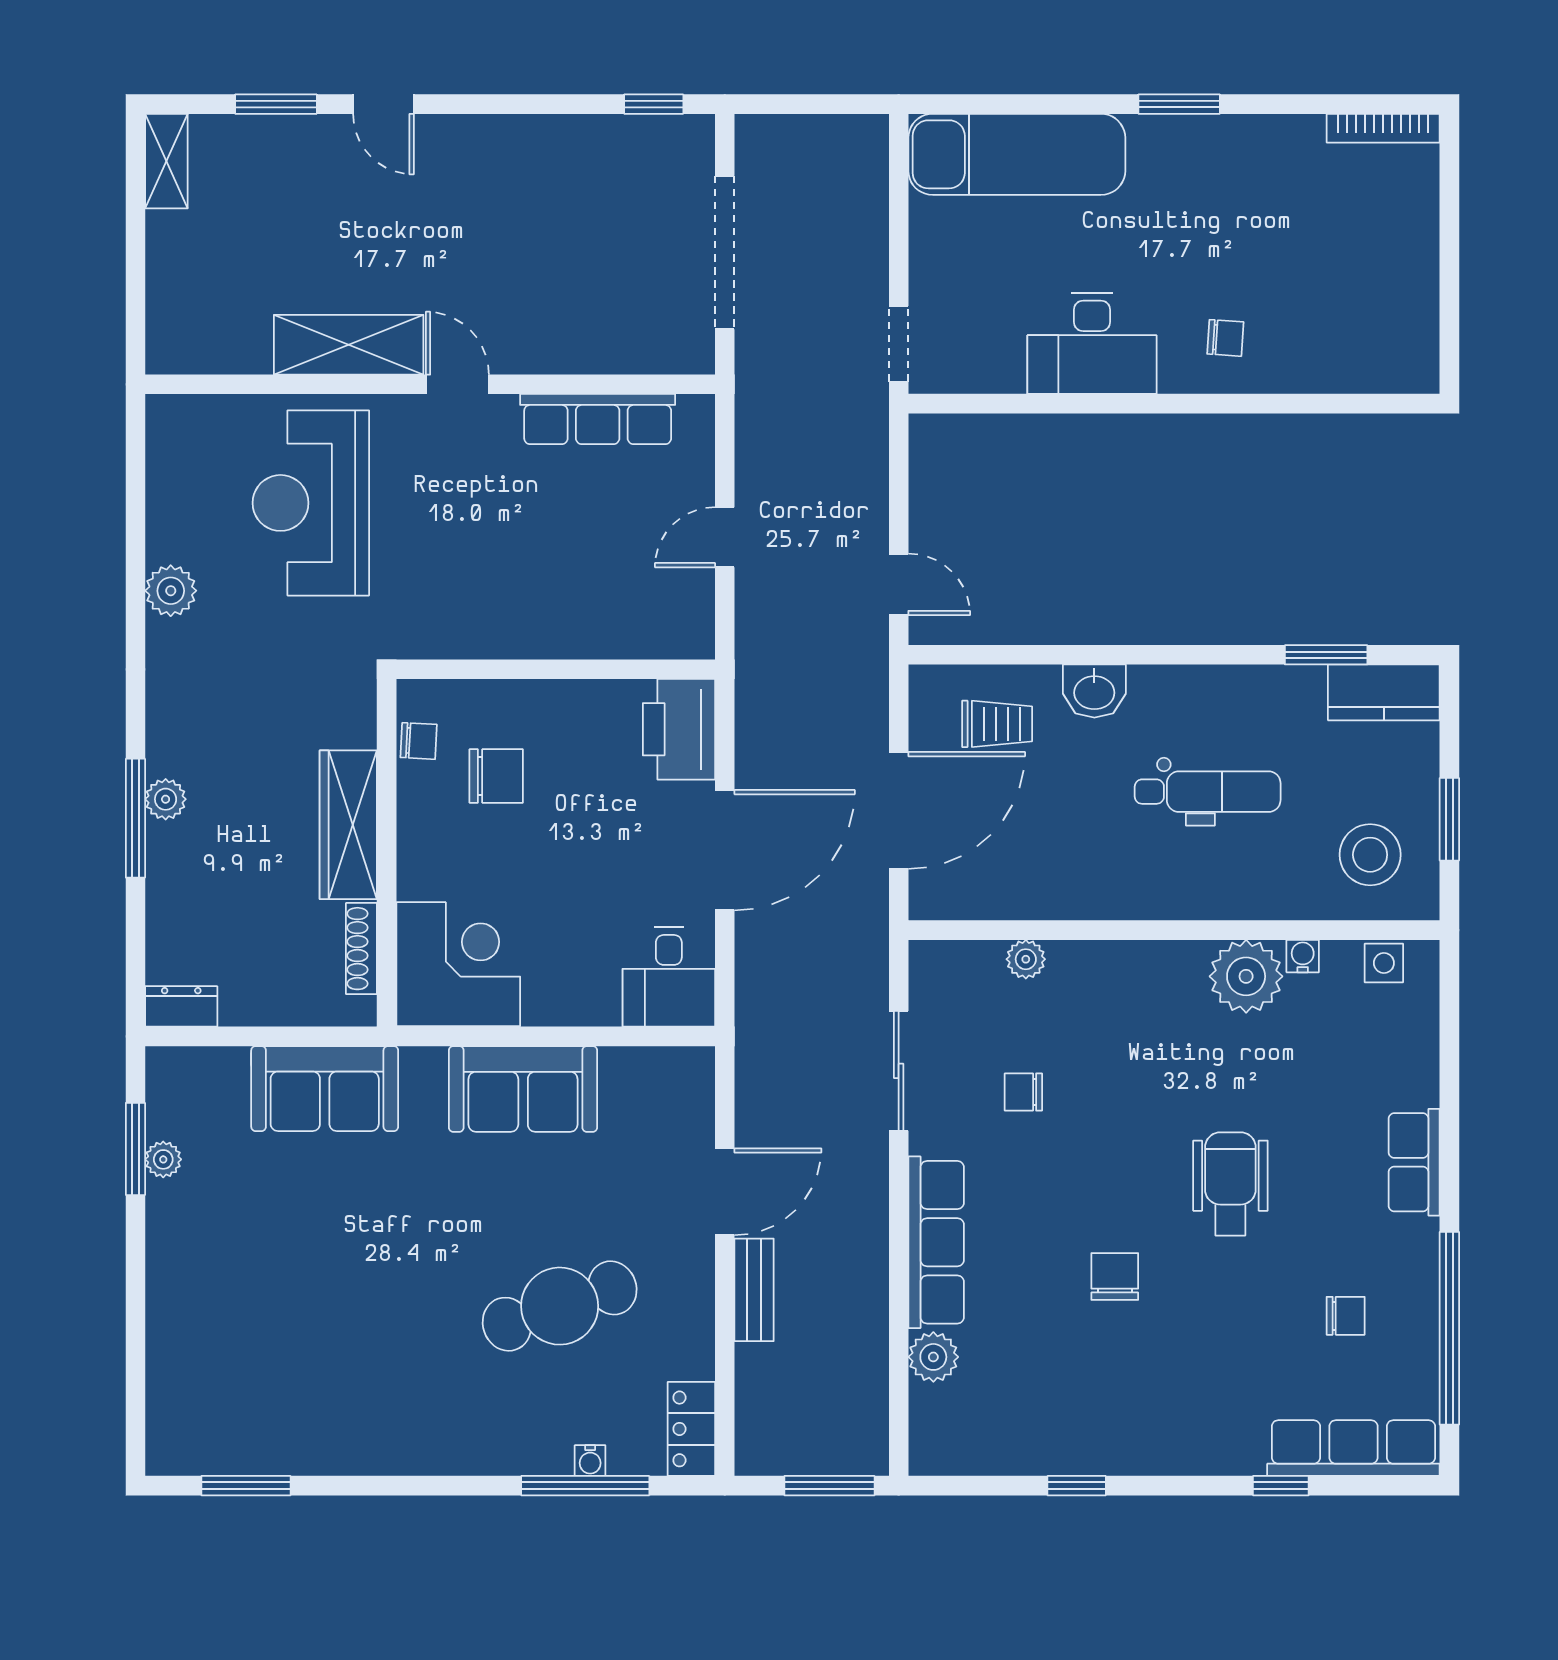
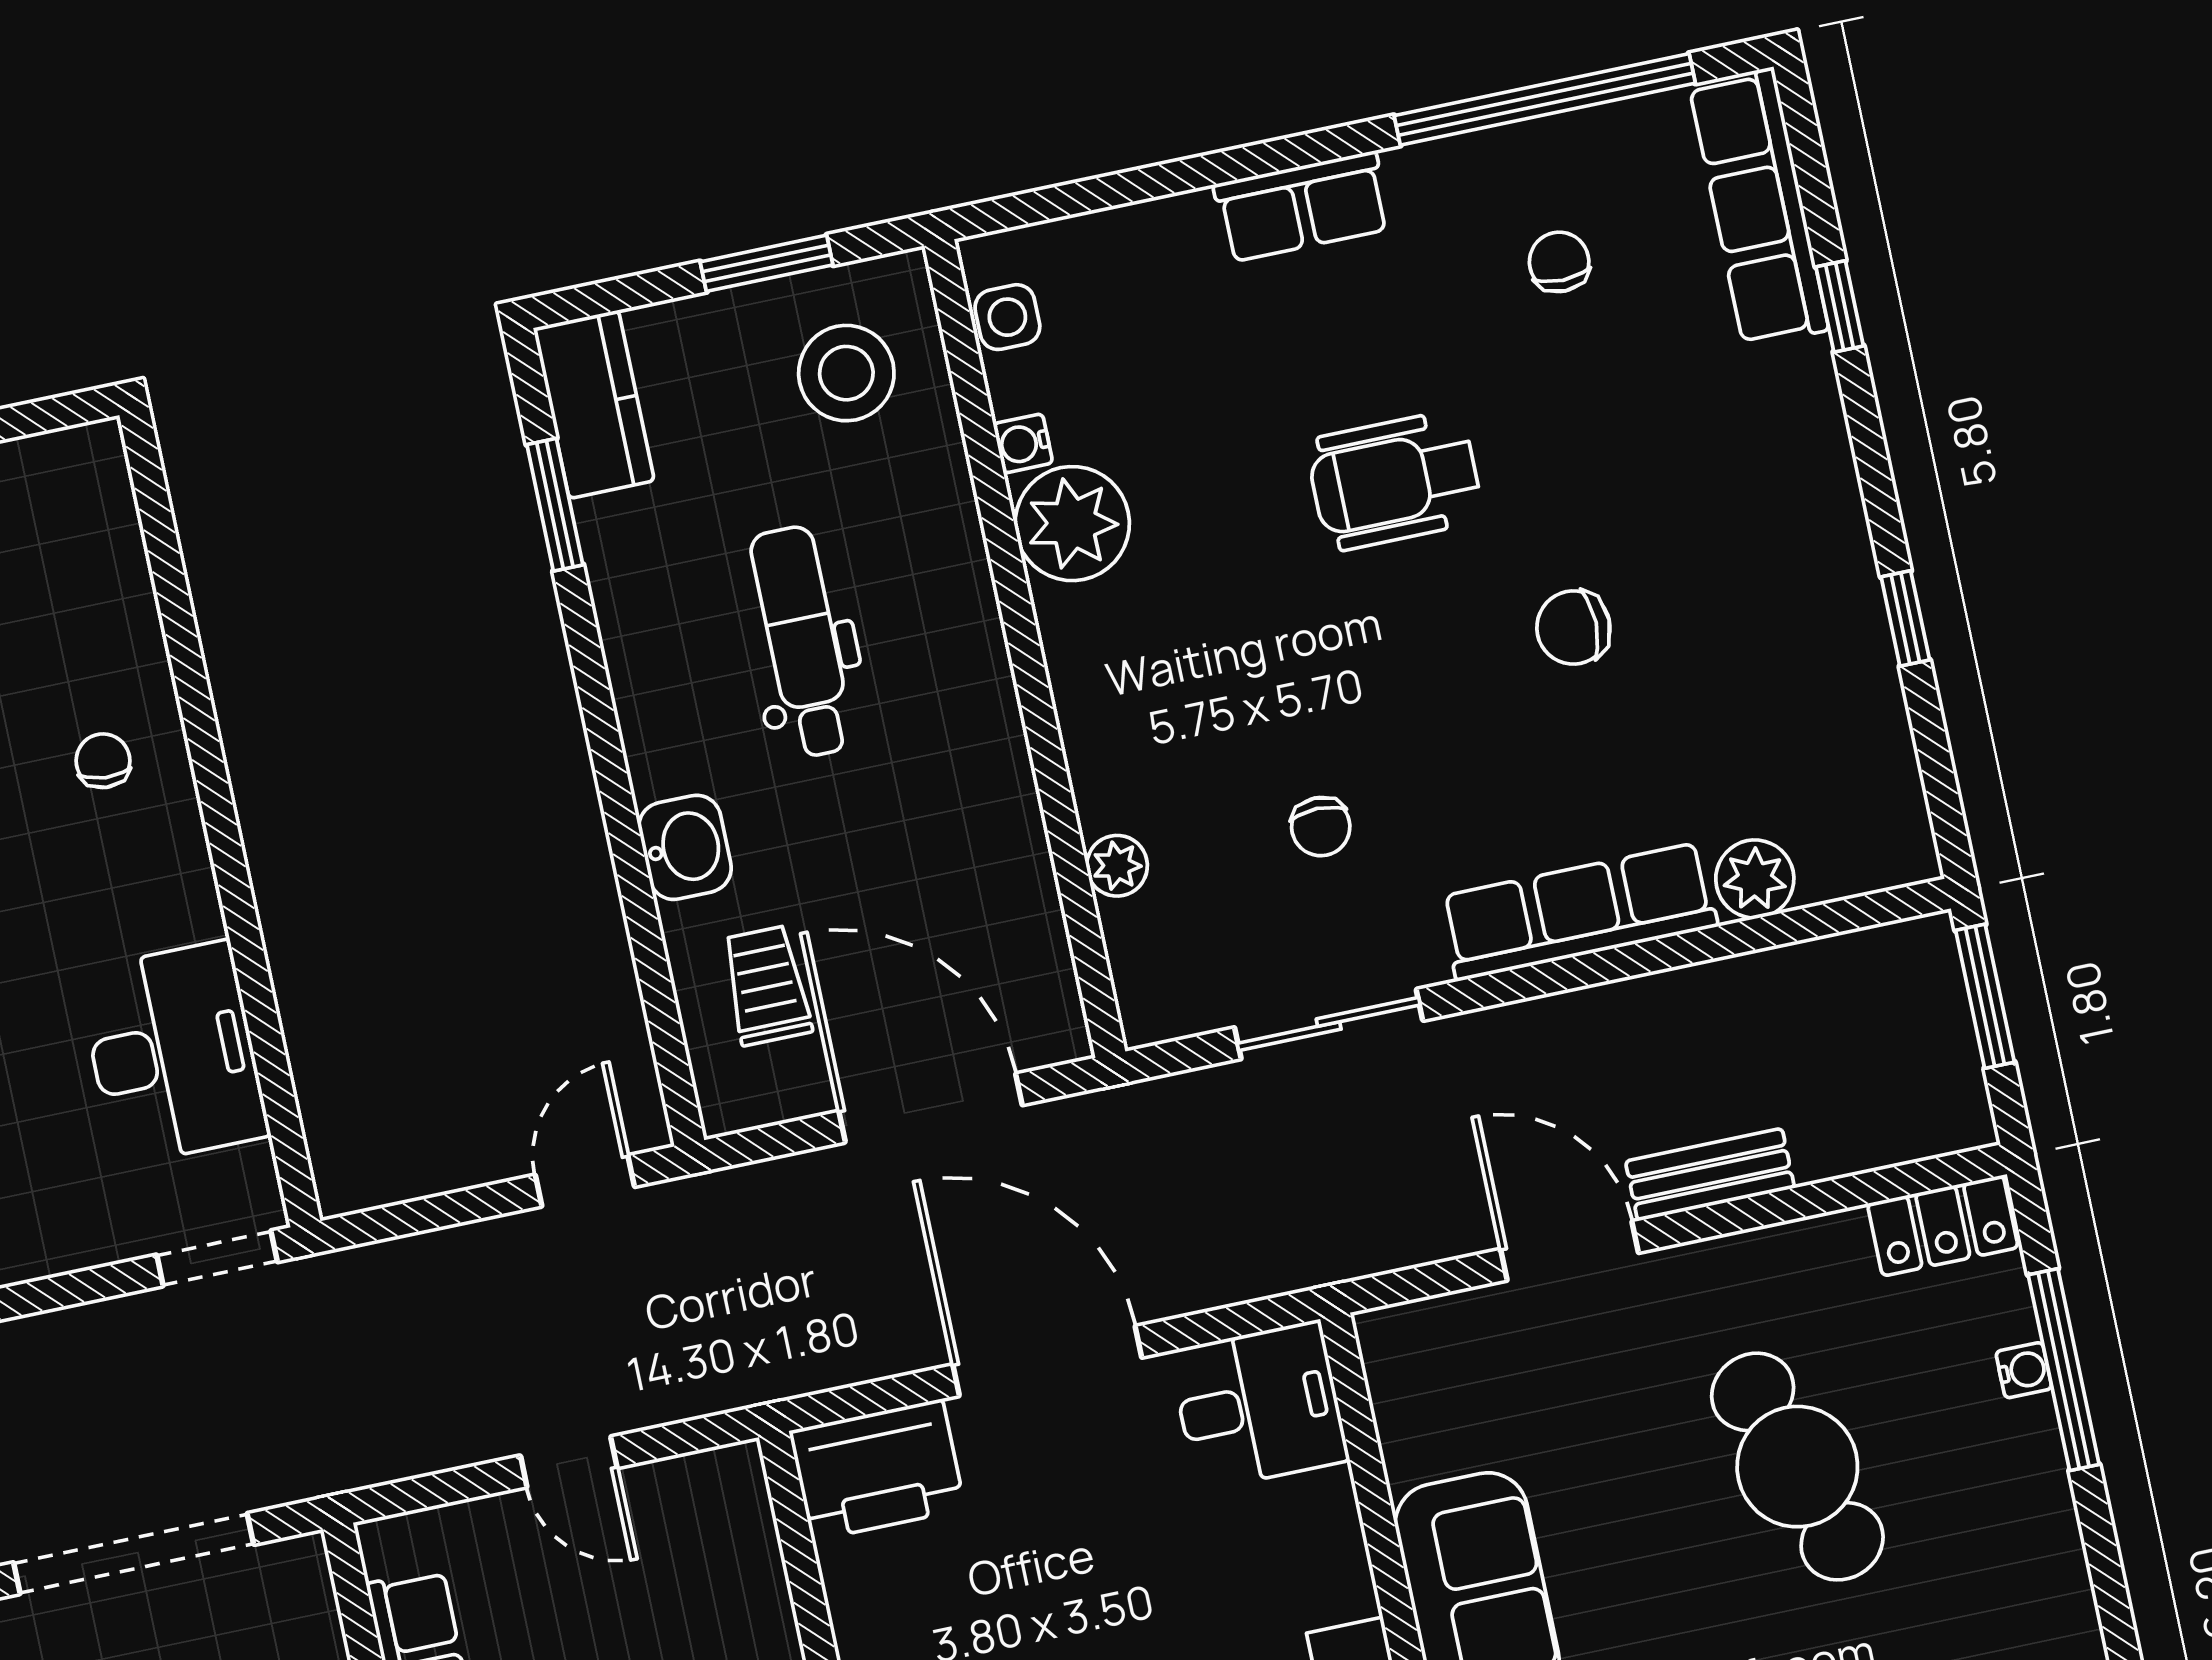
desk: (1092, 343) -> (173, 1053), moved

